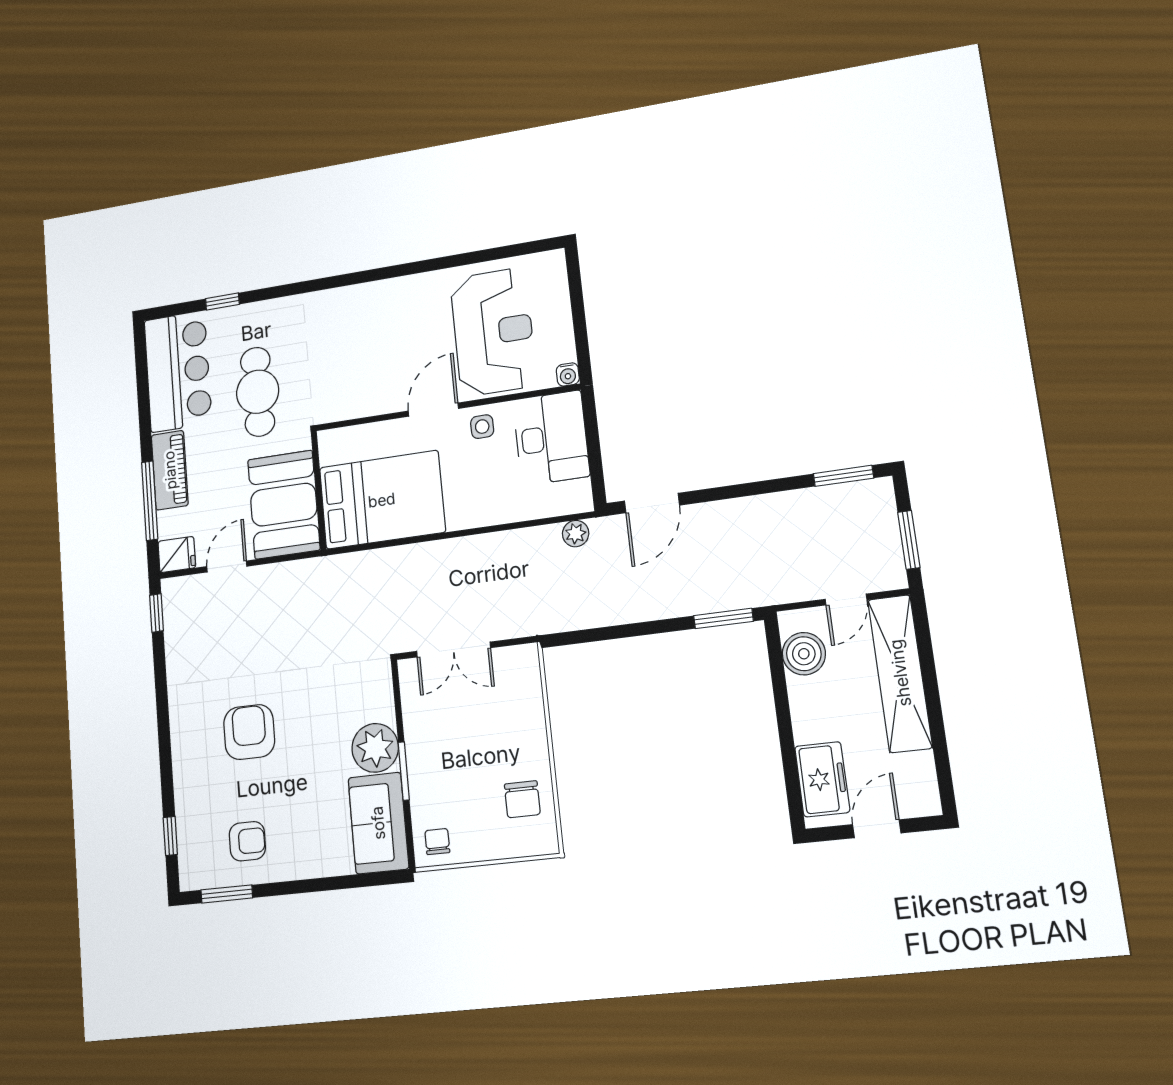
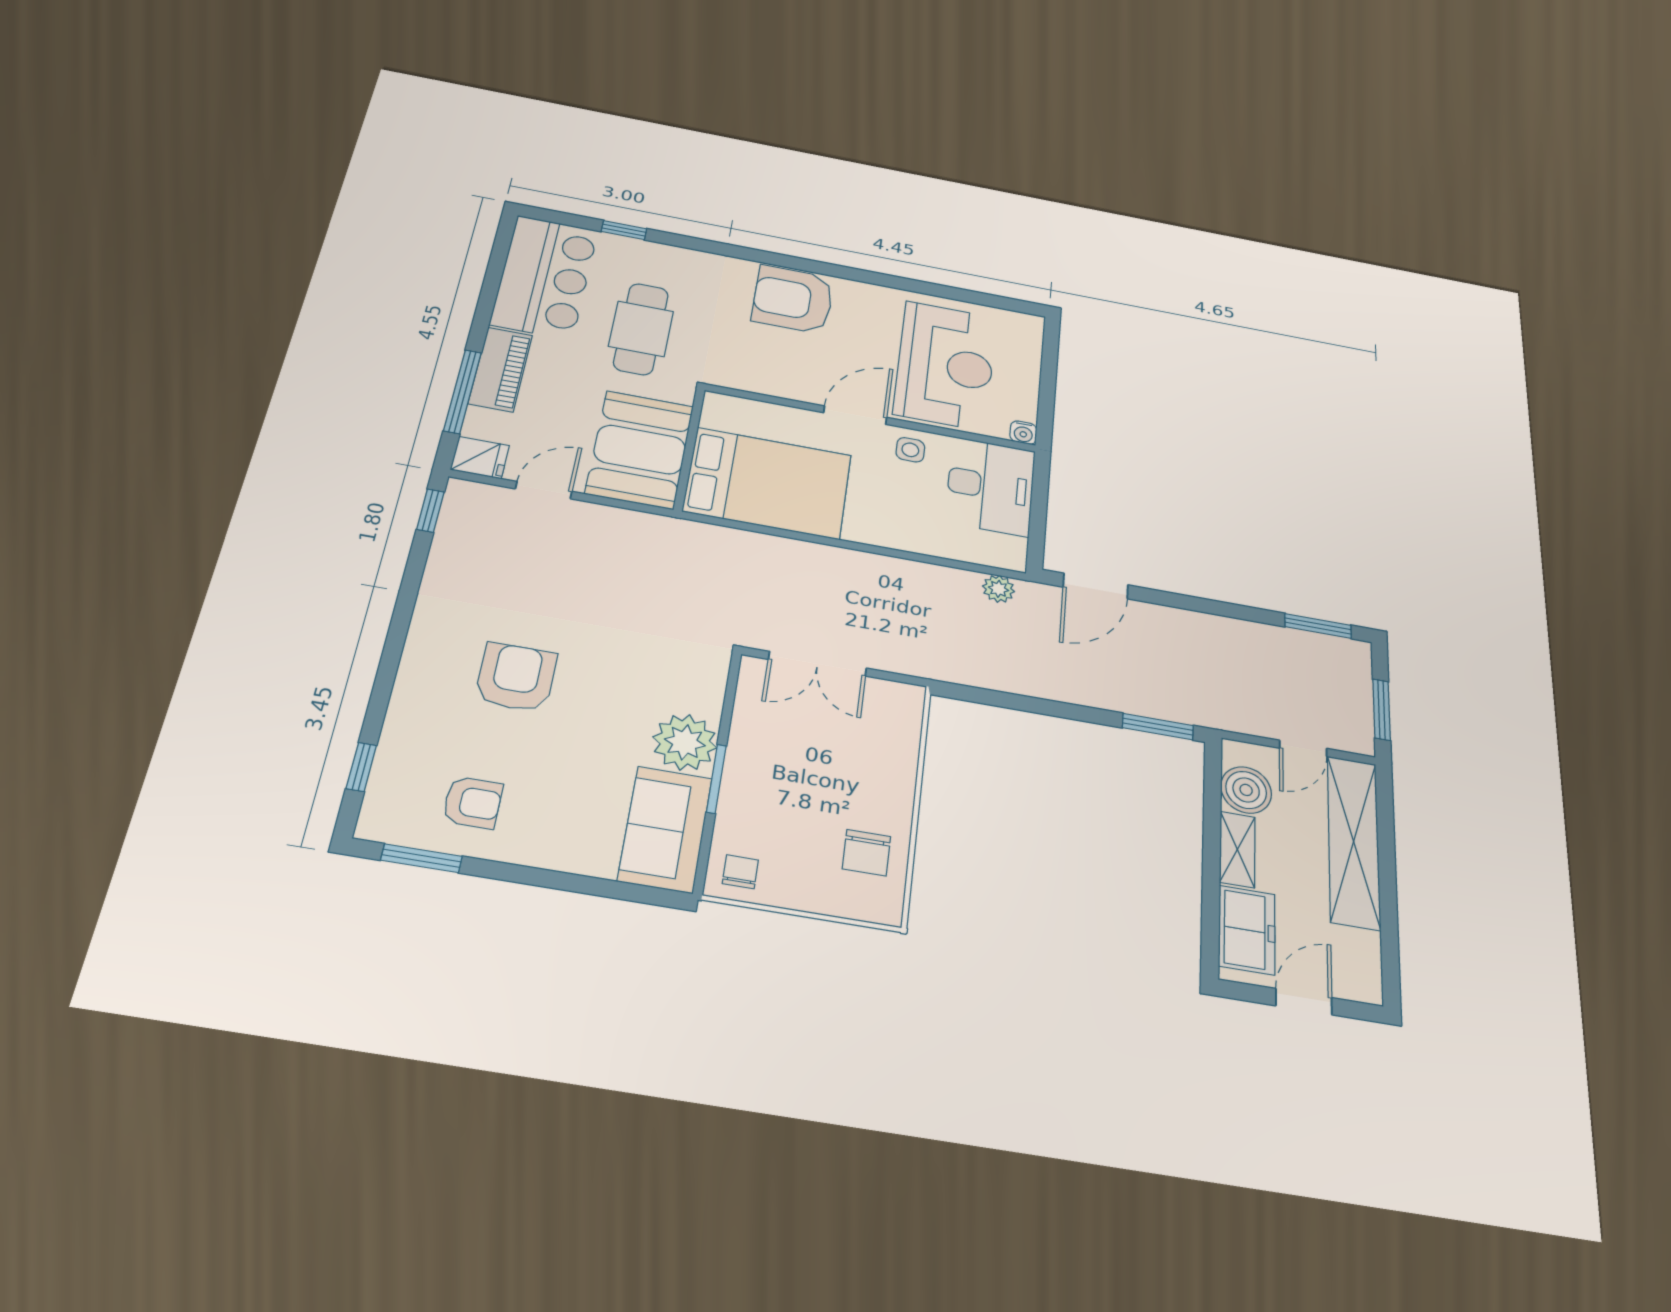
armchair: (362, 315) -> (793, 299), added
shelving: (804, 710) -> (1237, 849), added

